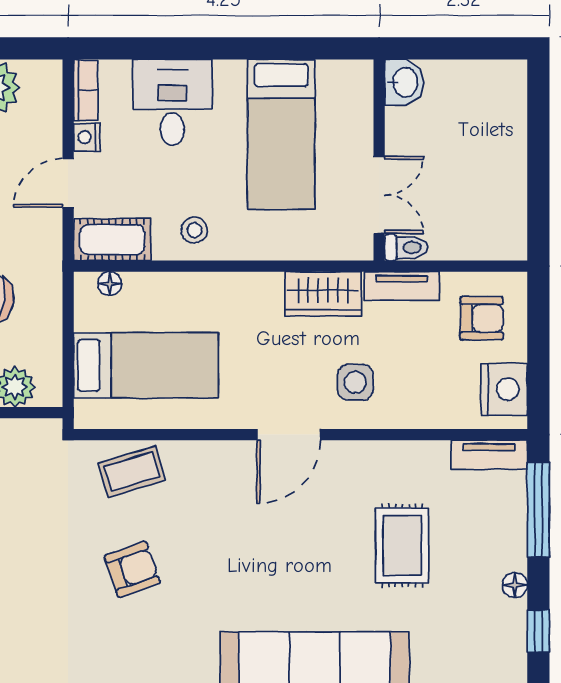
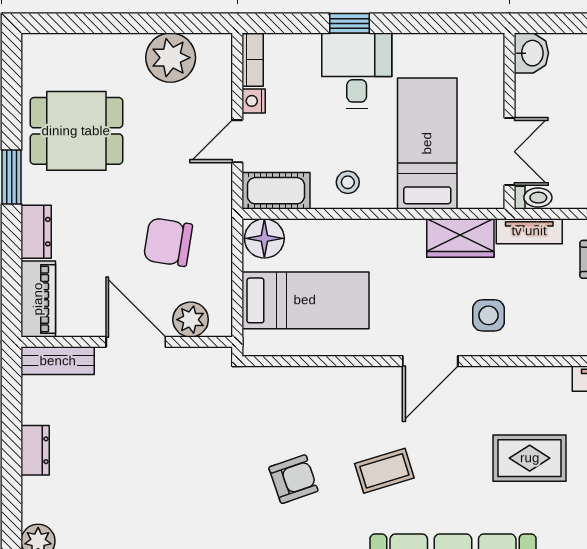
window: (196, 48) -> (350, 23), added
desk: (172, 102) -> (357, 71), moved
bed: (281, 134) -> (427, 143), moved, turned 180
floor lamp: (110, 284) -> (264, 238), width x1.89, depth x1.89
coffee table: (132, 472) -> (384, 471), moved
rug: (402, 545) -> (530, 458), turned 90

